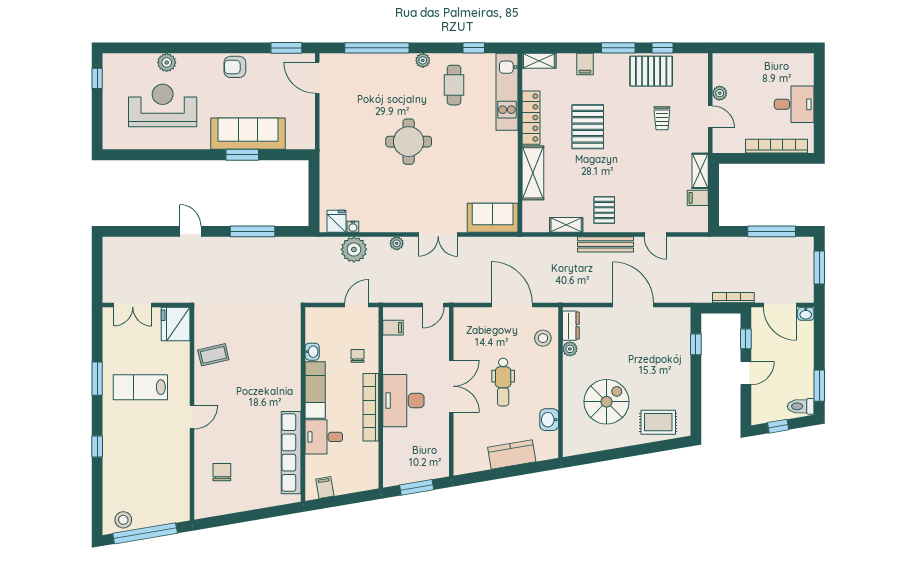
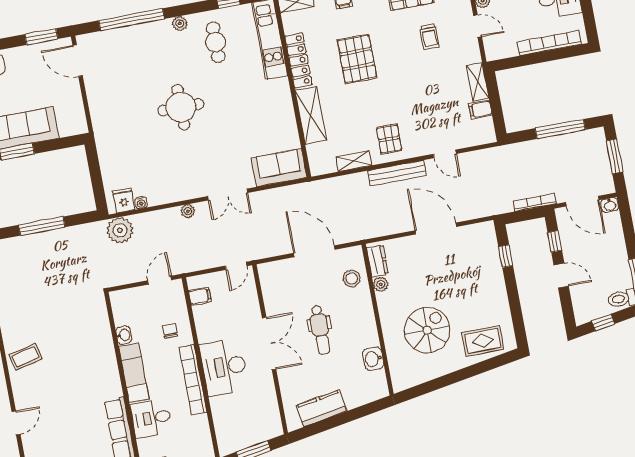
plant: (354, 249) -> (120, 230), moved
door: (746, 373) -> (561, 276), hinge flipped
kitchen counter: (512, 455) -> (321, 408), moved

